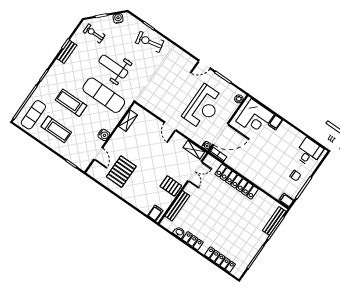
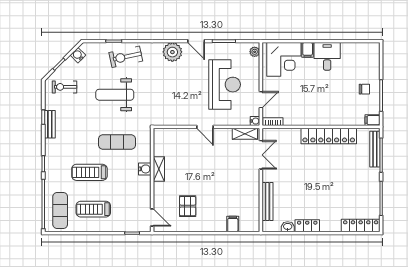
plant: (183, 61) -> (172, 52), added
door: (204, 64) -> (196, 41), hinge flipped
weight bench: (113, 67) -> (115, 95), moved
exercise mat: (104, 95) -> (117, 142), width x0.73, depth x0.69
shelving: (128, 121) -> (159, 169), moved
treadmill: (56, 129) -> (93, 209), turned 180
door: (221, 134) -> (261, 100), width x0.53
water cooler: (104, 135) -> (145, 169), moved
desk: (309, 152) -> (327, 56), moved
door: (98, 154) -> (152, 218), moved
pallet: (121, 172) -> (188, 206), width x0.67, depth x0.71
locker: (237, 182) -> (329, 136), moved
pallet: (171, 186) -> (247, 186), removed
filing cabinet: (155, 213) -> (233, 224), moved
locker: (220, 260) -> (361, 226), moved

